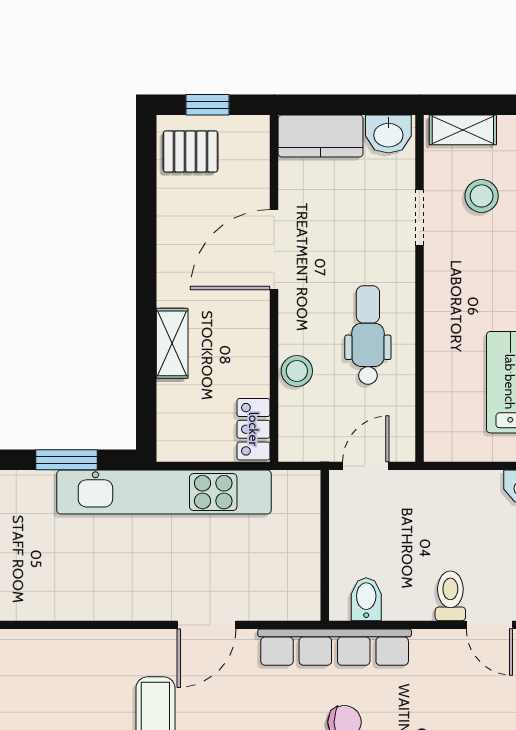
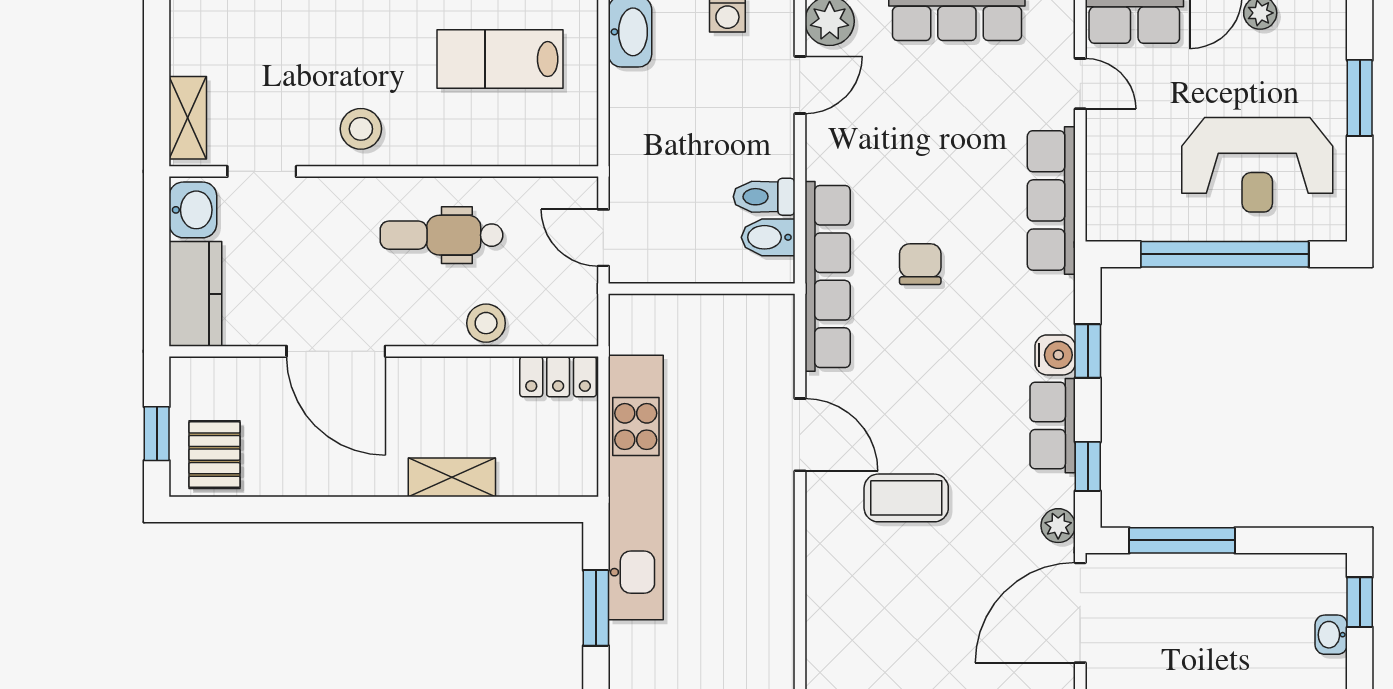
stool: (482, 196) -> (361, 129), moved
doorway: (419, 217) -> (262, 171), moved
toilet: (450, 596) -> (764, 197), moved

